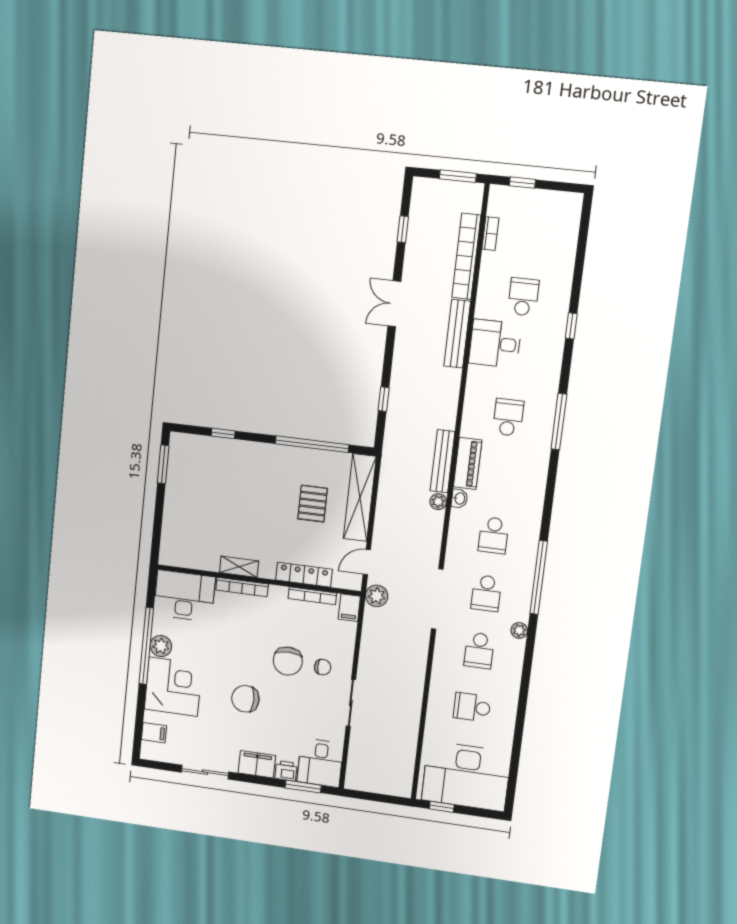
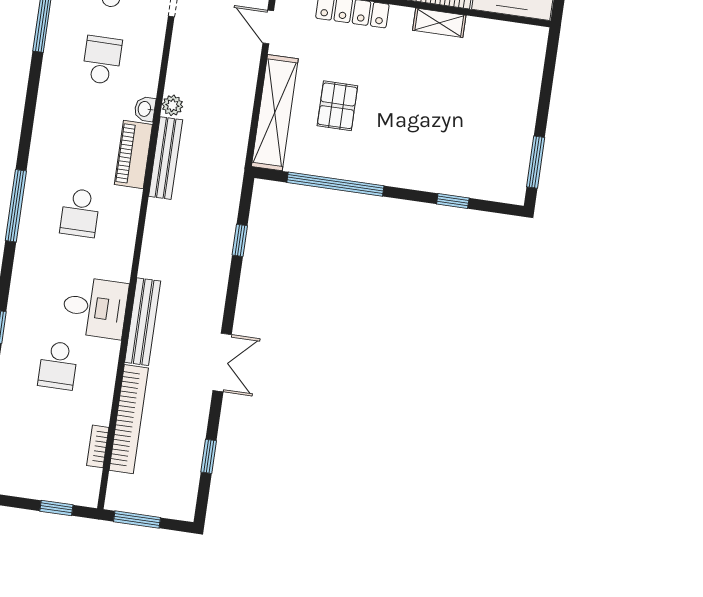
door: (367, 562) -> (268, 27), swing flipped

